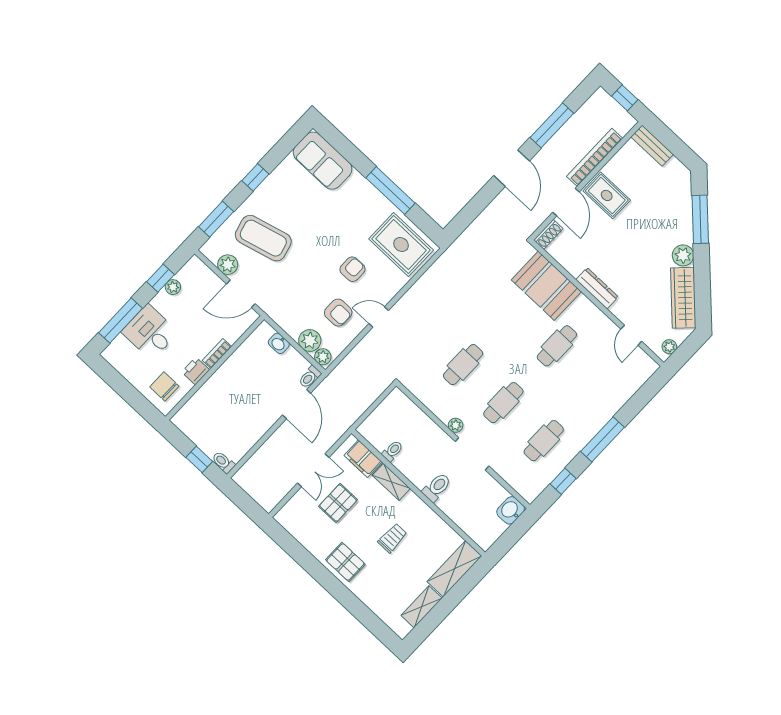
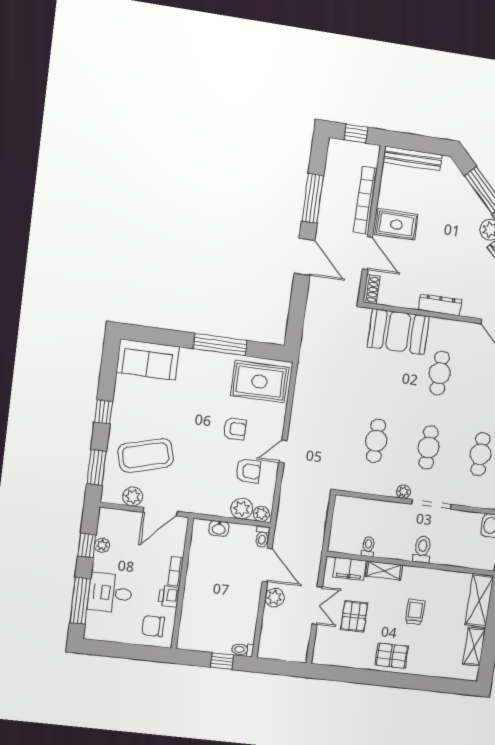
bench: (652, 146) -> (413, 159), width x1.36
armchair: (352, 269) -> (235, 429), turned 90
plant: (283, 437) -> (275, 598), added

